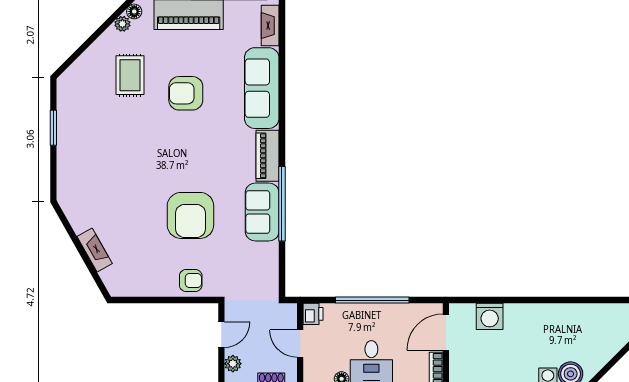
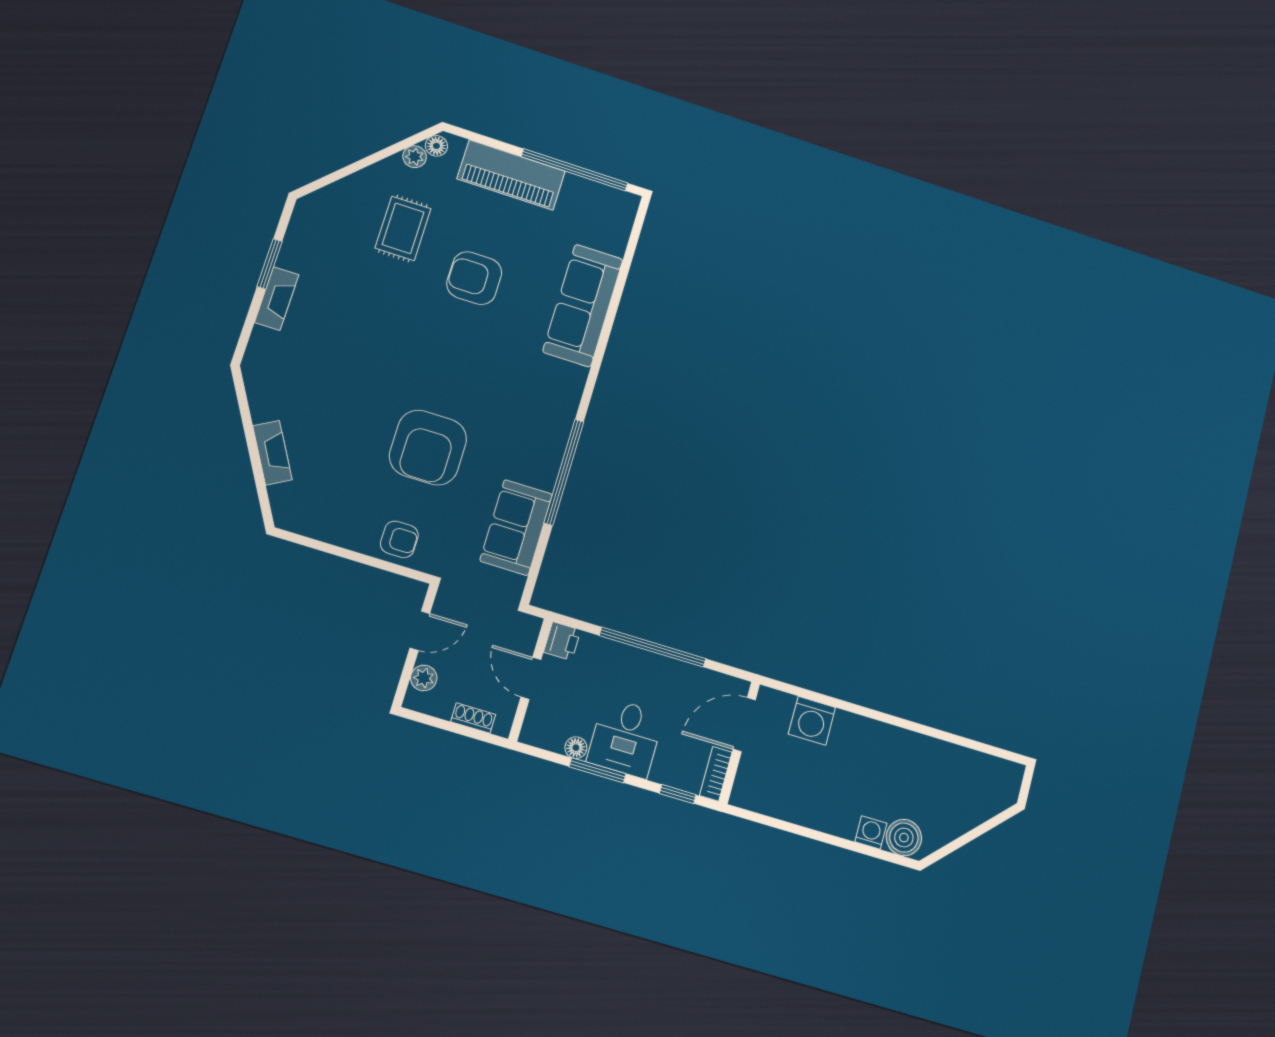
fireplace: (270, 26) -> (277, 299), moved, turned 180
piano: (268, 156) -> (563, 400), removed
sofa: (262, 212) -> (516, 527), moved

